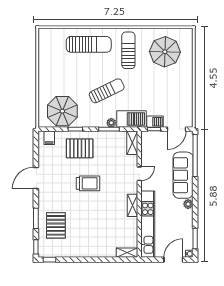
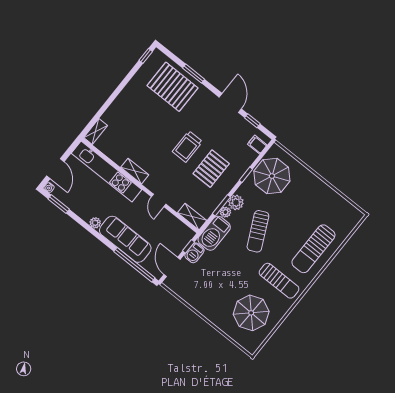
plant: (99, 121) -> (236, 202), added
pallet: (80, 148) -> (211, 169), moved
pallet: (56, 225) -> (172, 87), width x1.37, depth x1.41
window: (36, 247) -> (252, 121), moved

